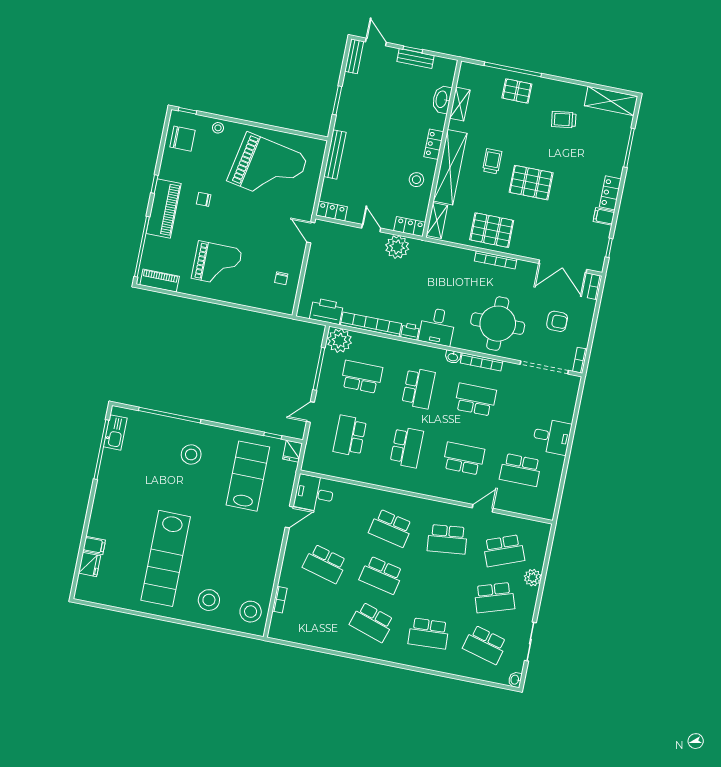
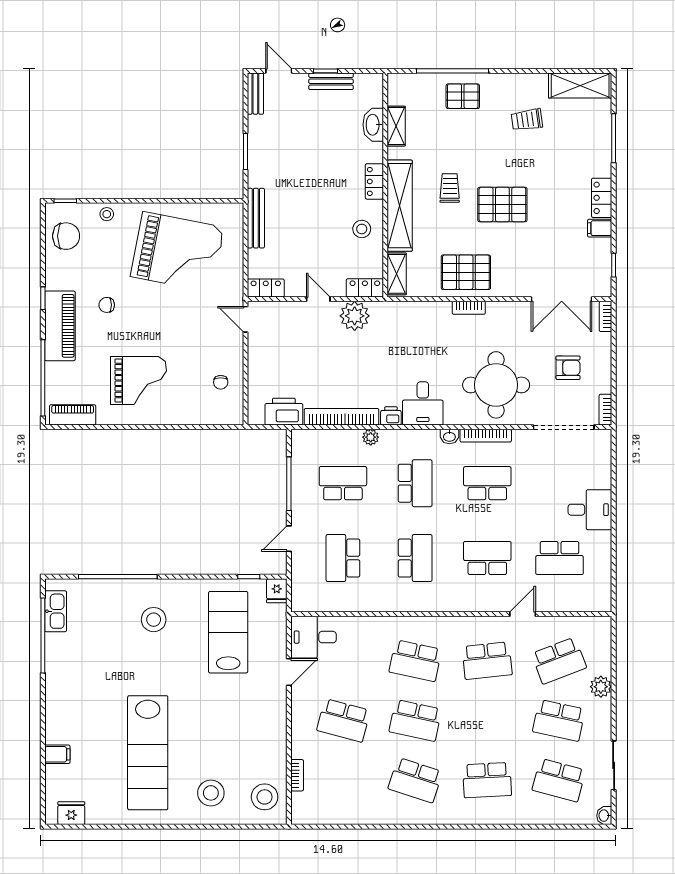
bookcase: (496, 260) -> (469, 308), width x0.64
plant: (340, 341) -> (371, 437), moved, width x0.53, depth x0.53
fridge: (89, 564) -> (71, 813), moved, turned -90
school desk: (494, 598) -> (559, 720), turned 30

